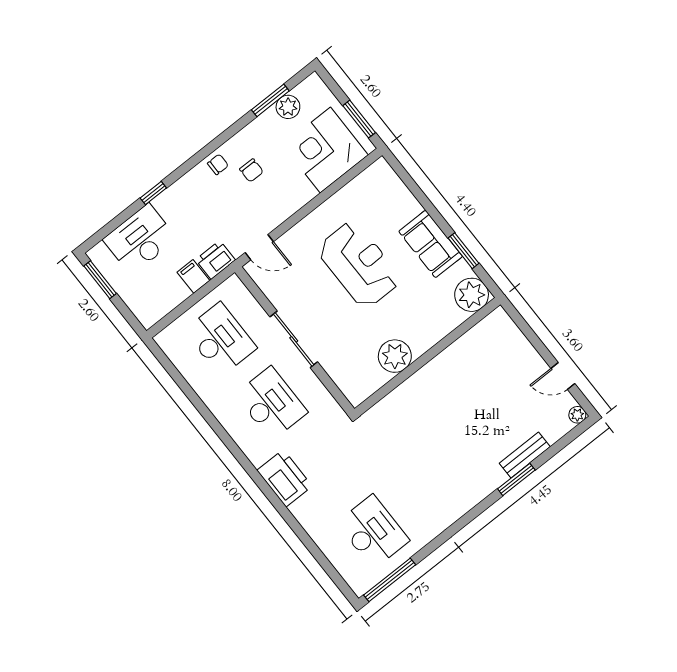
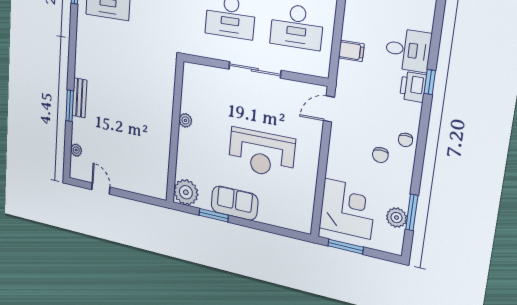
chair: (251, 170) -> (380, 155), turned -90
desk: (140, 239) -> (408, 50), width x0.73
printer: (215, 260) -> (413, 87), moved, turned 180
plant: (395, 356) -> (185, 120), width x0.53, depth x0.53
door: (563, 376) -> (101, 188), hinge flipped
plant: (577, 415) -> (76, 150), moved
bench: (525, 455) -> (79, 98), moved

